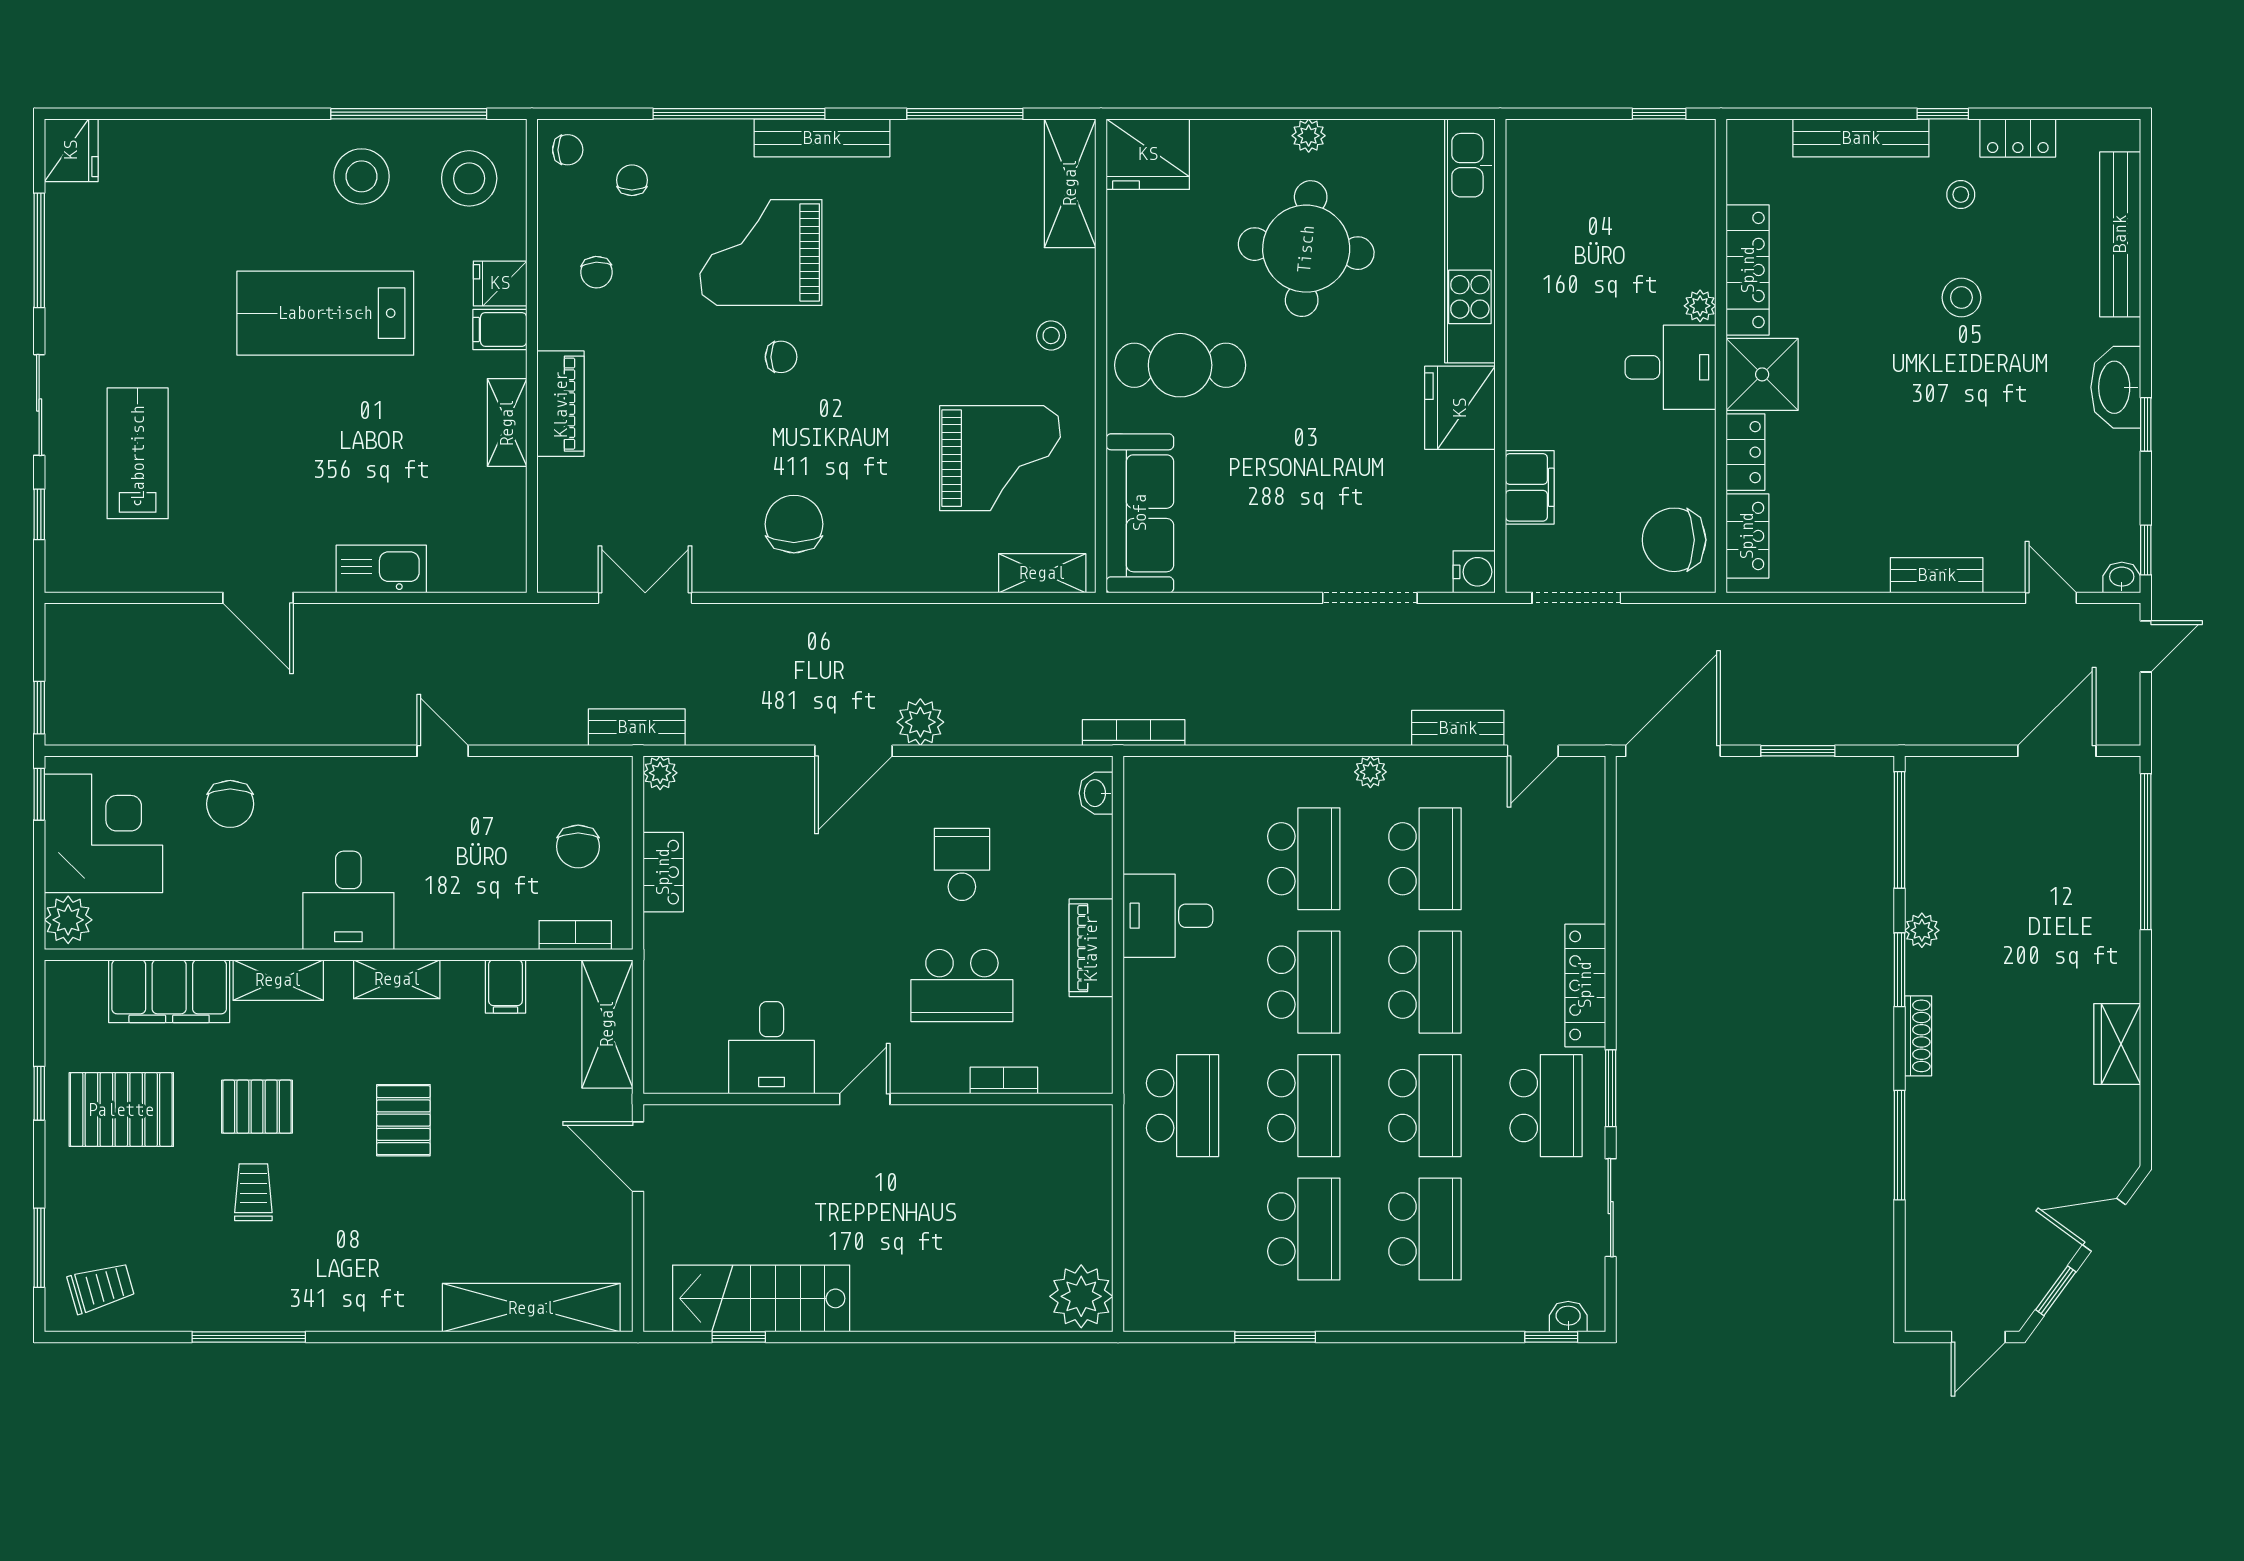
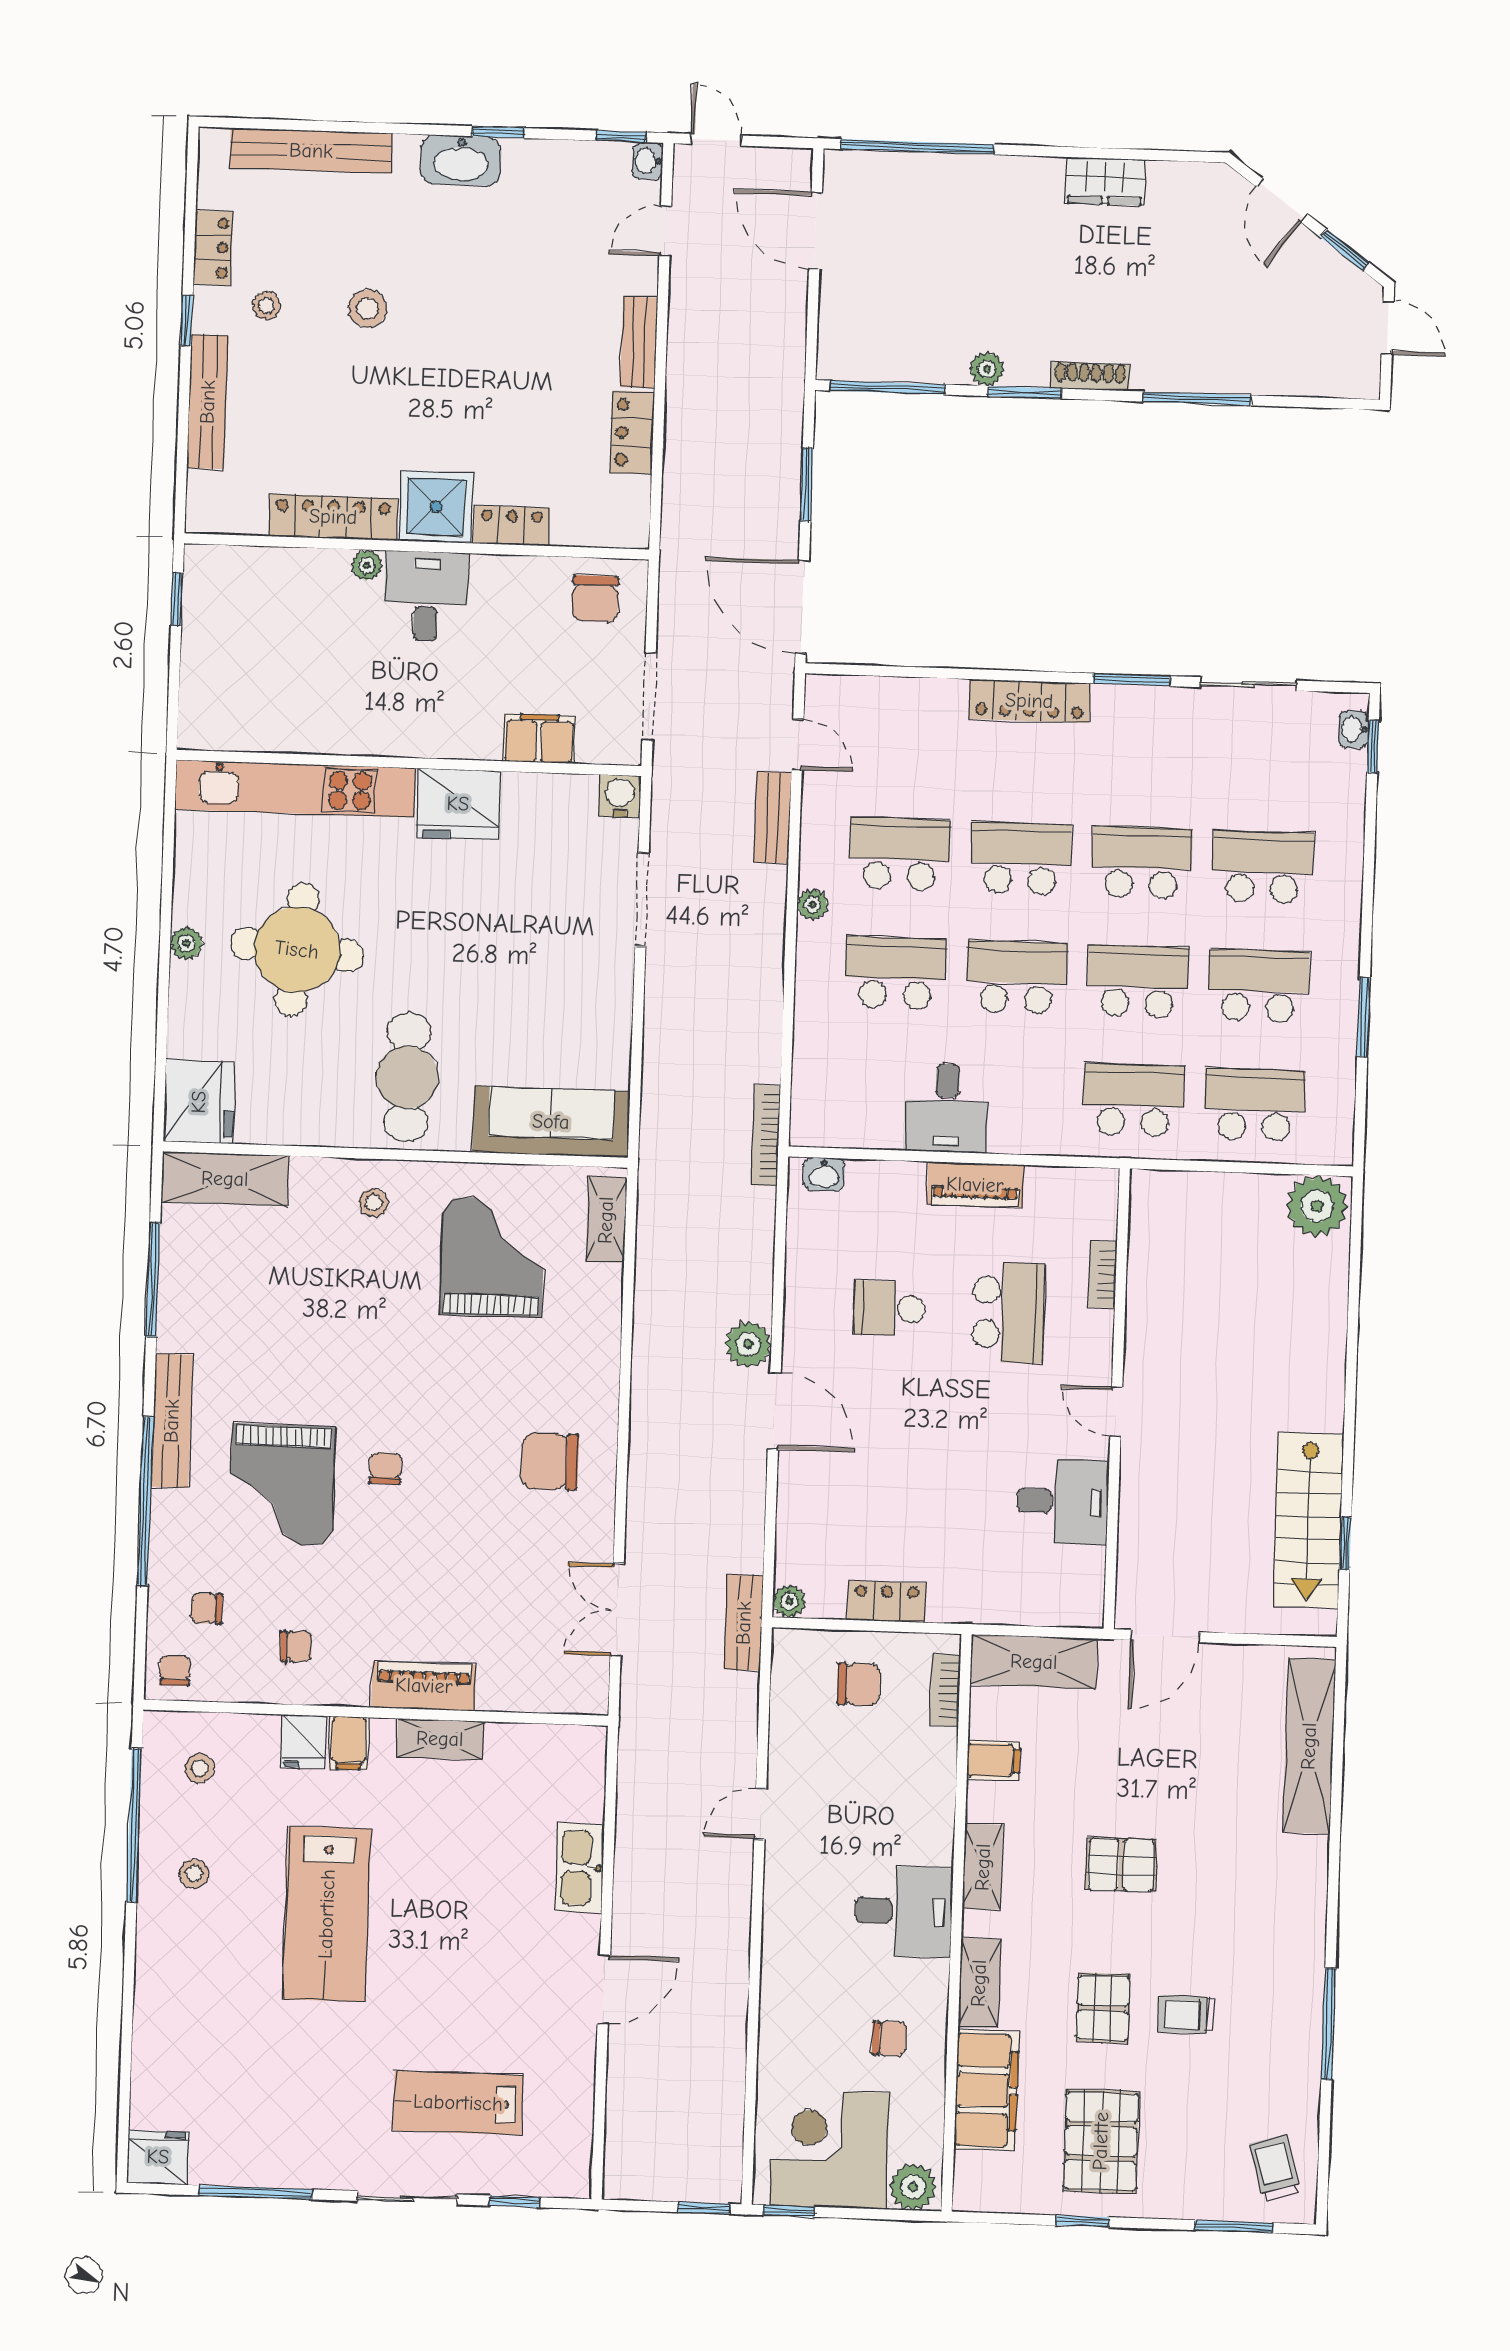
stool: (362, 176) -> (194, 1874), width x0.53, depth x0.53
stool: (469, 178) -> (200, 1768), width x0.53, depth x0.53
locker: (1747, 536) -> (632, 432), moved, turned -90
chair: (1674, 540) -> (595, 599), width x0.73, depth x0.73
chair: (230, 804) -> (889, 2039), moved, width x0.73, depth x0.73
school desk: (1546, 1106) -> (1254, 1104), moved

